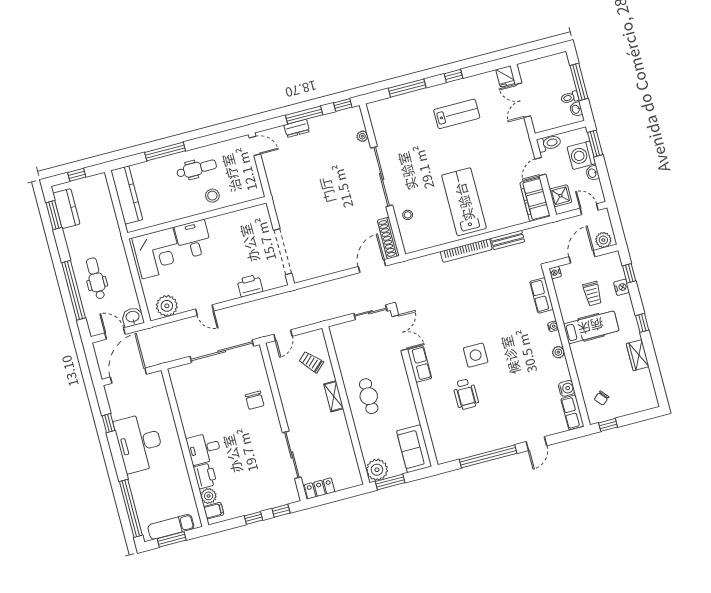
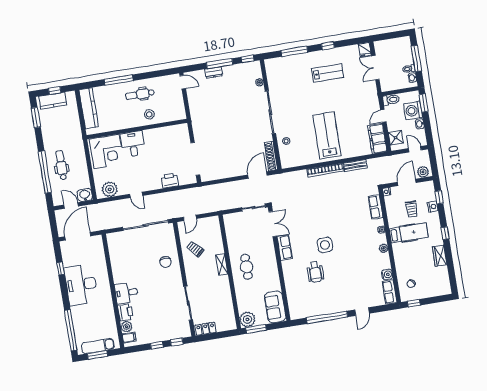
dental chair: (197, 169) -> (140, 94), turned 180
kitchen counter: (66, 209) -> (53, 101), moved, turned 90
trolley: (311, 362) -> (195, 249), moved

